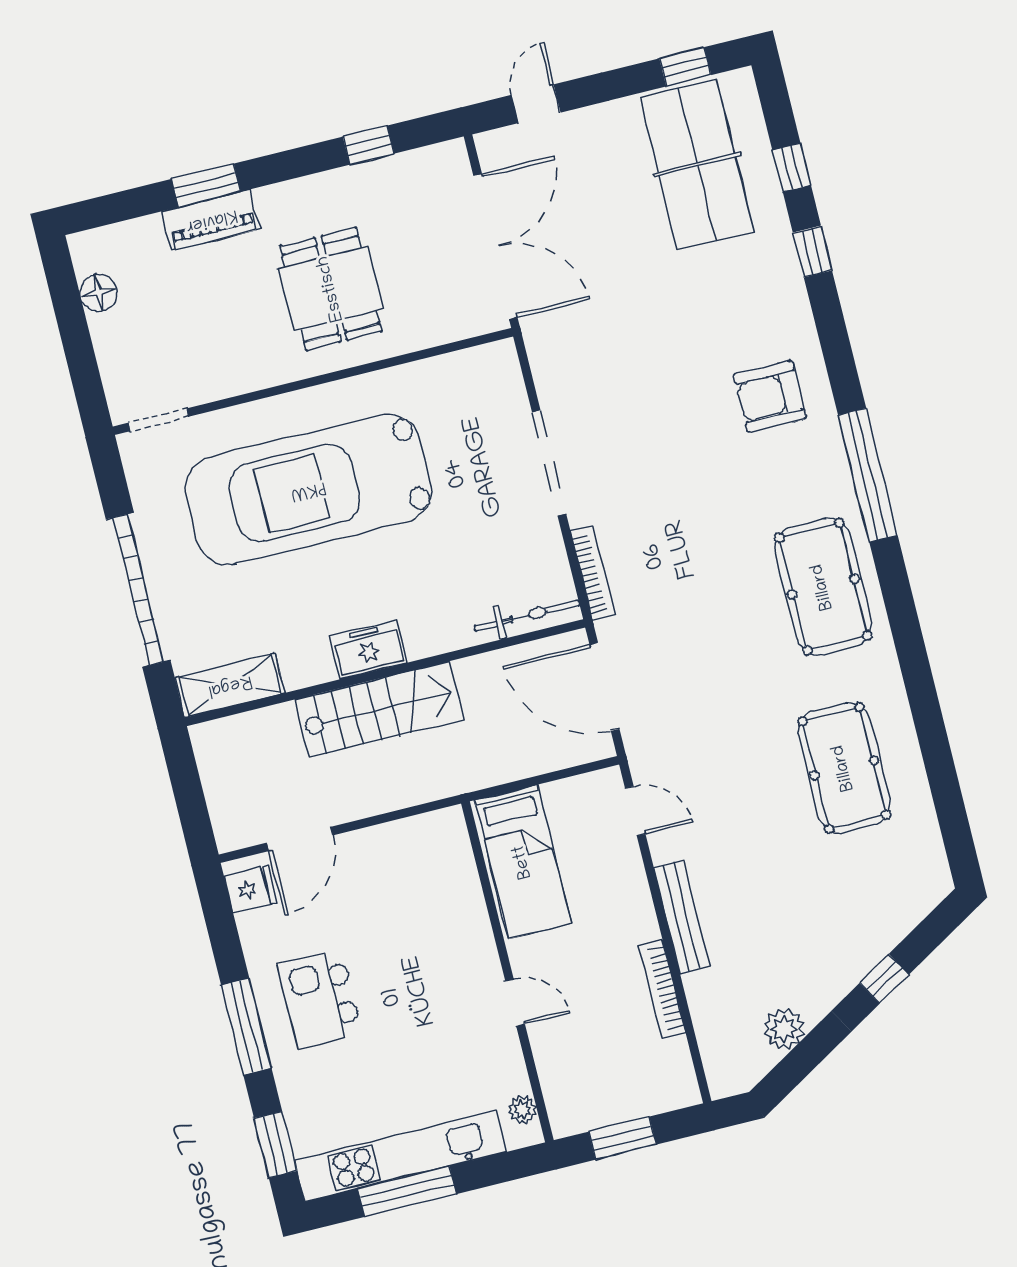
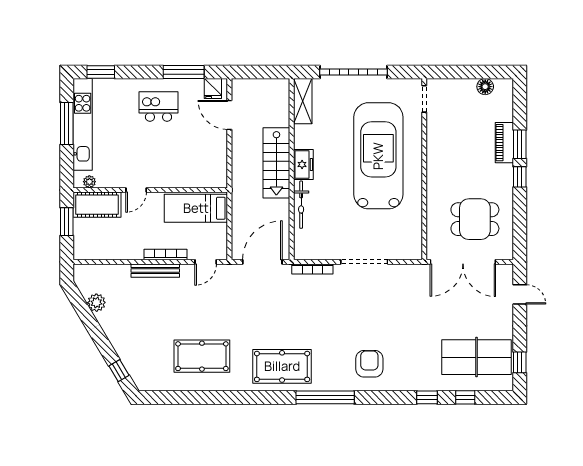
window: (369, 145) -> (520, 177), moved
dining table: (331, 289) -> (475, 219), moved
bicycle: (527, 616) -> (301, 205), moved
window: (884, 979) -> (119, 371), moved
bookcase: (662, 989) -> (166, 254), moved
window: (246, 1026) -> (184, 72), moved
cot: (569, 1081) -> (97, 205), added

